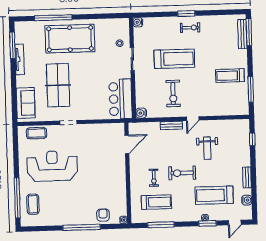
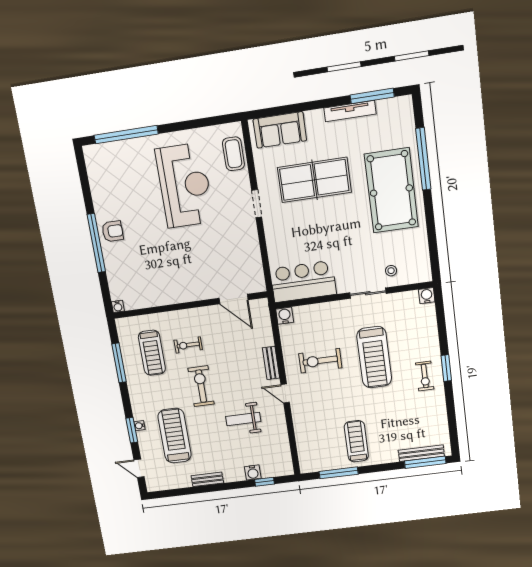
water cooler: (247, 200) -> (253, 473), moved
coffee table: (33, 204) -> (120, 162), removed
armchair: (103, 215) -> (113, 231), moved

